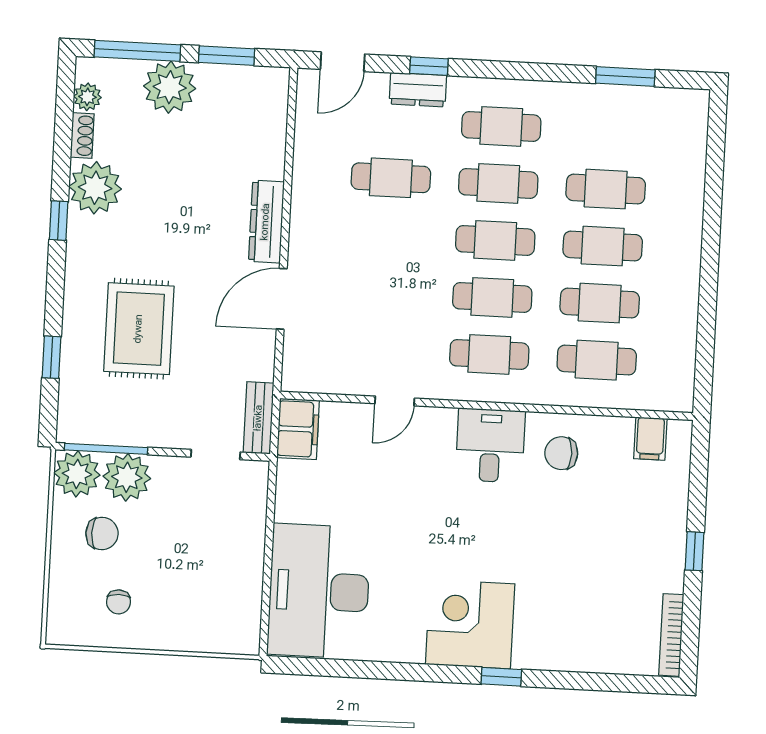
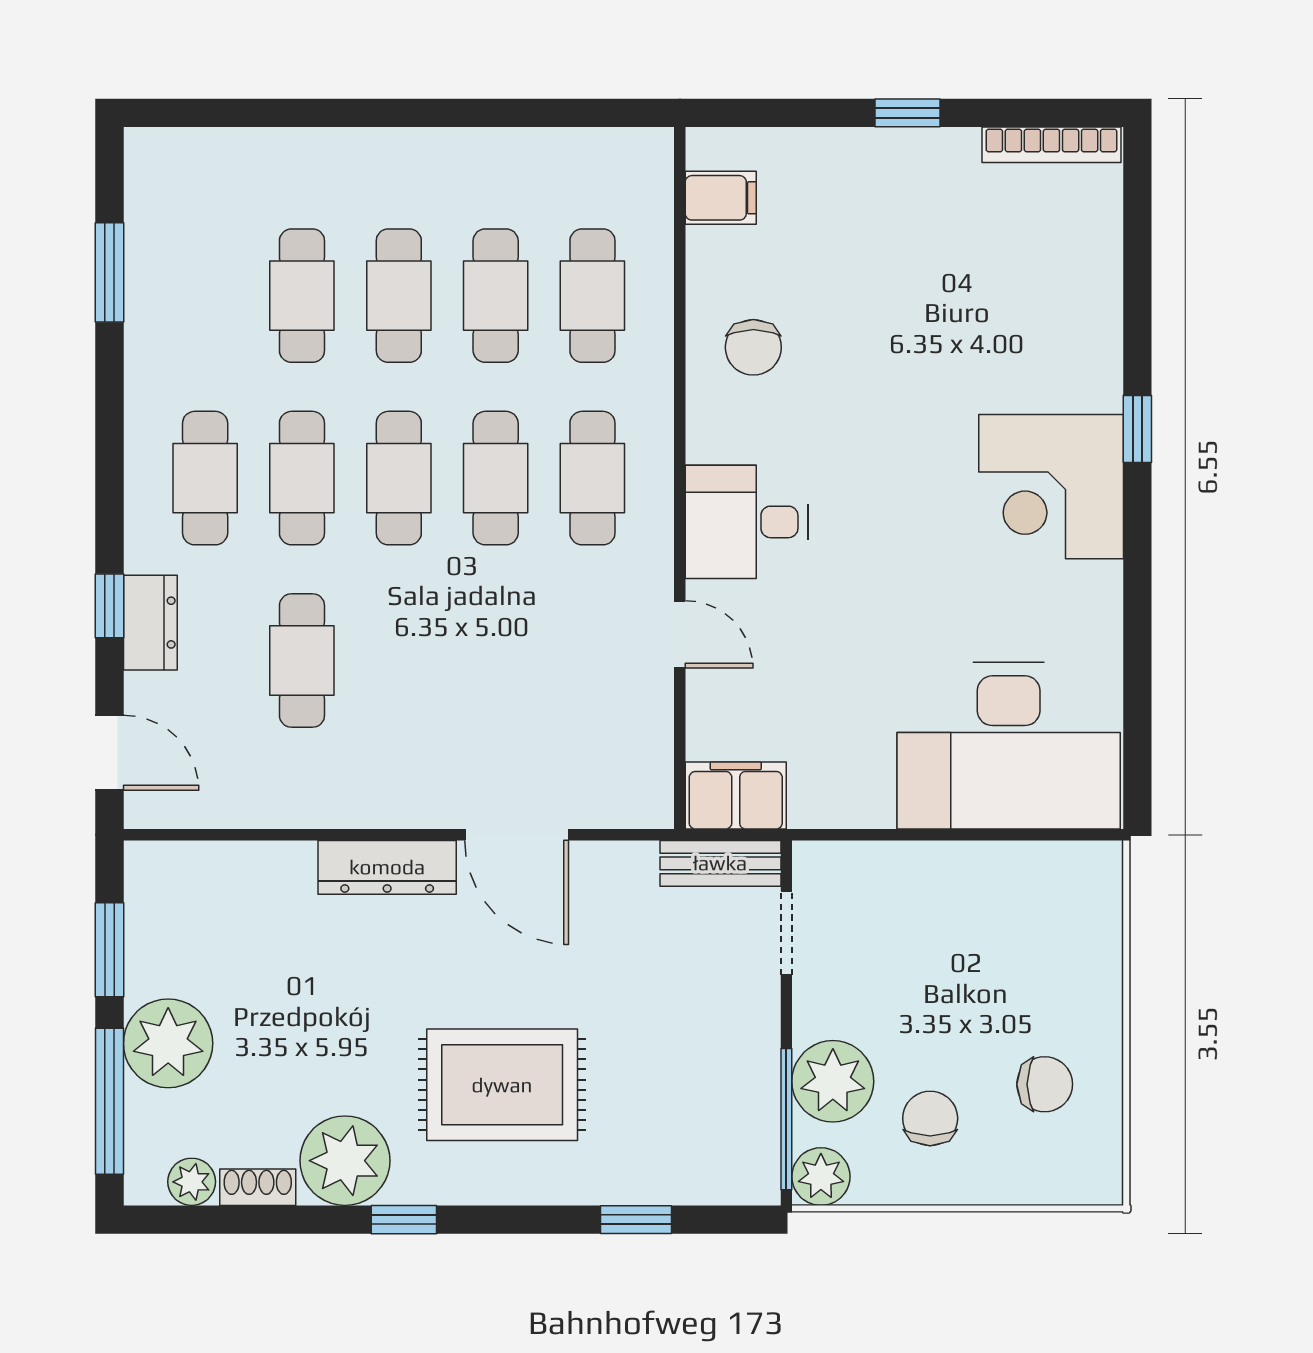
rug: (139, 329) -> (502, 1085), moved
desk: (490, 445) -> (746, 522), moved
plant: (77, 474) -> (821, 1177), width x0.73, depth x0.73
chair: (119, 602) -> (1045, 1084), width x1.37, depth x1.37

